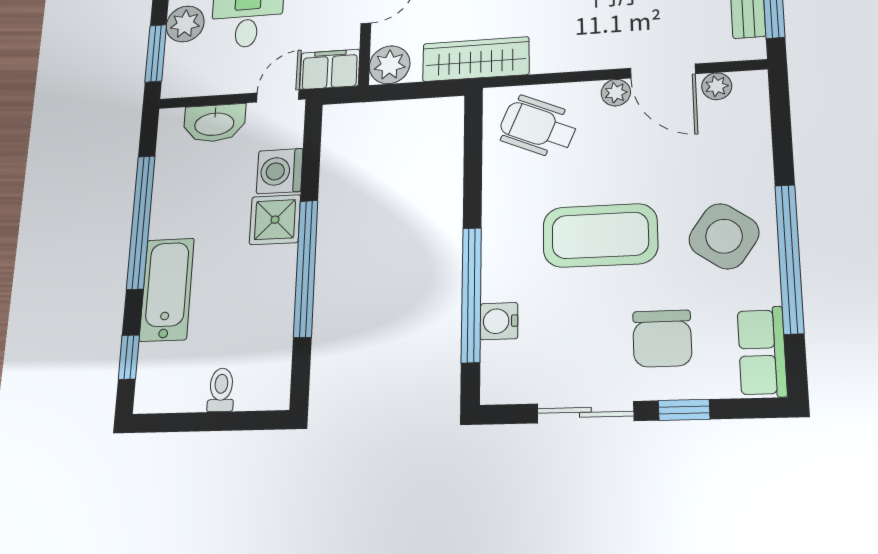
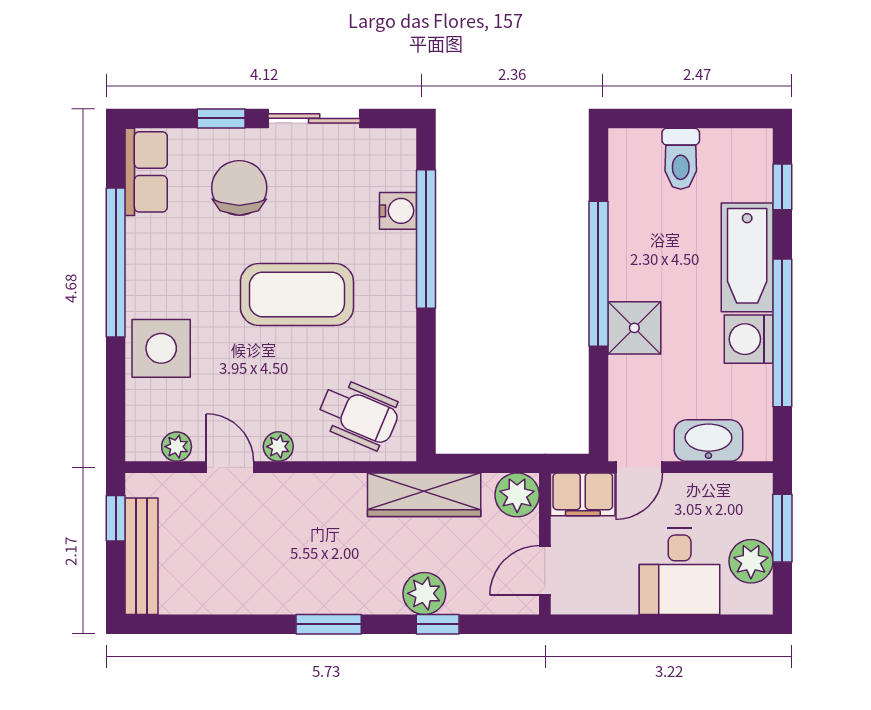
door: (663, 71) -> (230, 467), width x0.73
washing machine: (280, 171) -> (749, 339), moved, turned 180
side table: (724, 236) -> (161, 348), moved, turned -35
toilet: (221, 390) -> (681, 159), width x1.37, depth x1.39

